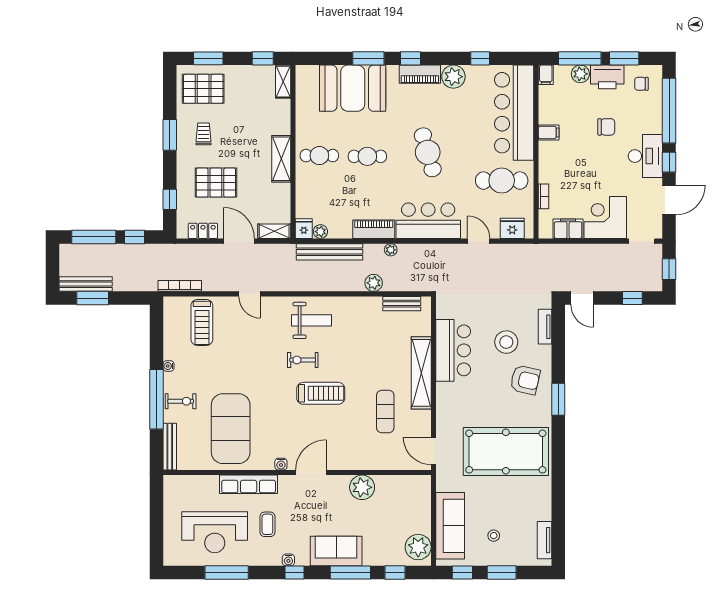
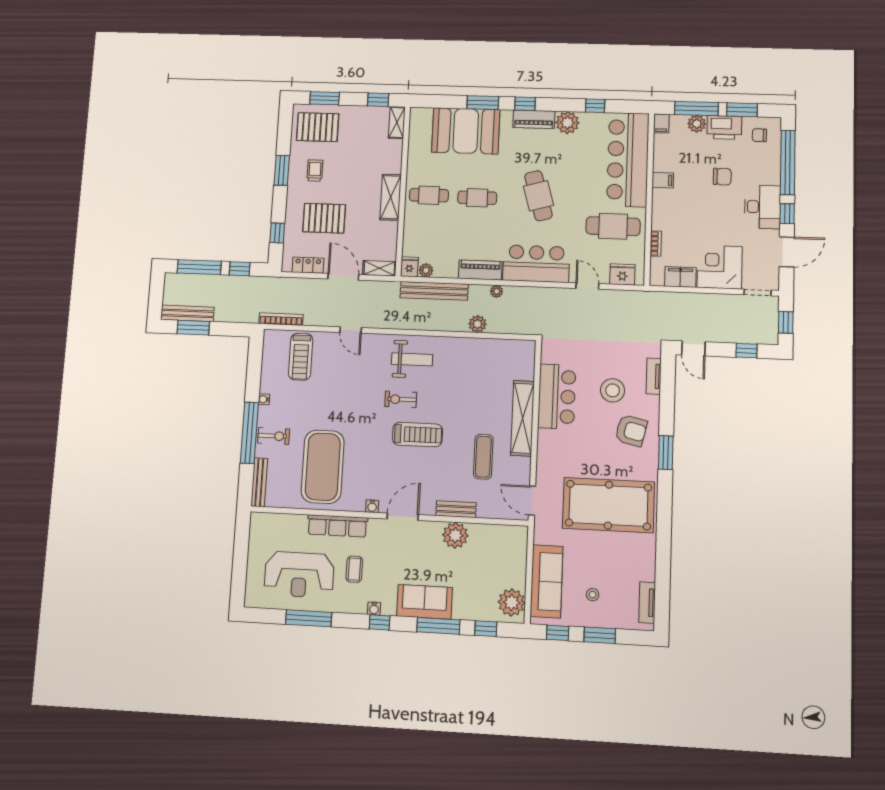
bench: (402, 304) -> (456, 509), moved

